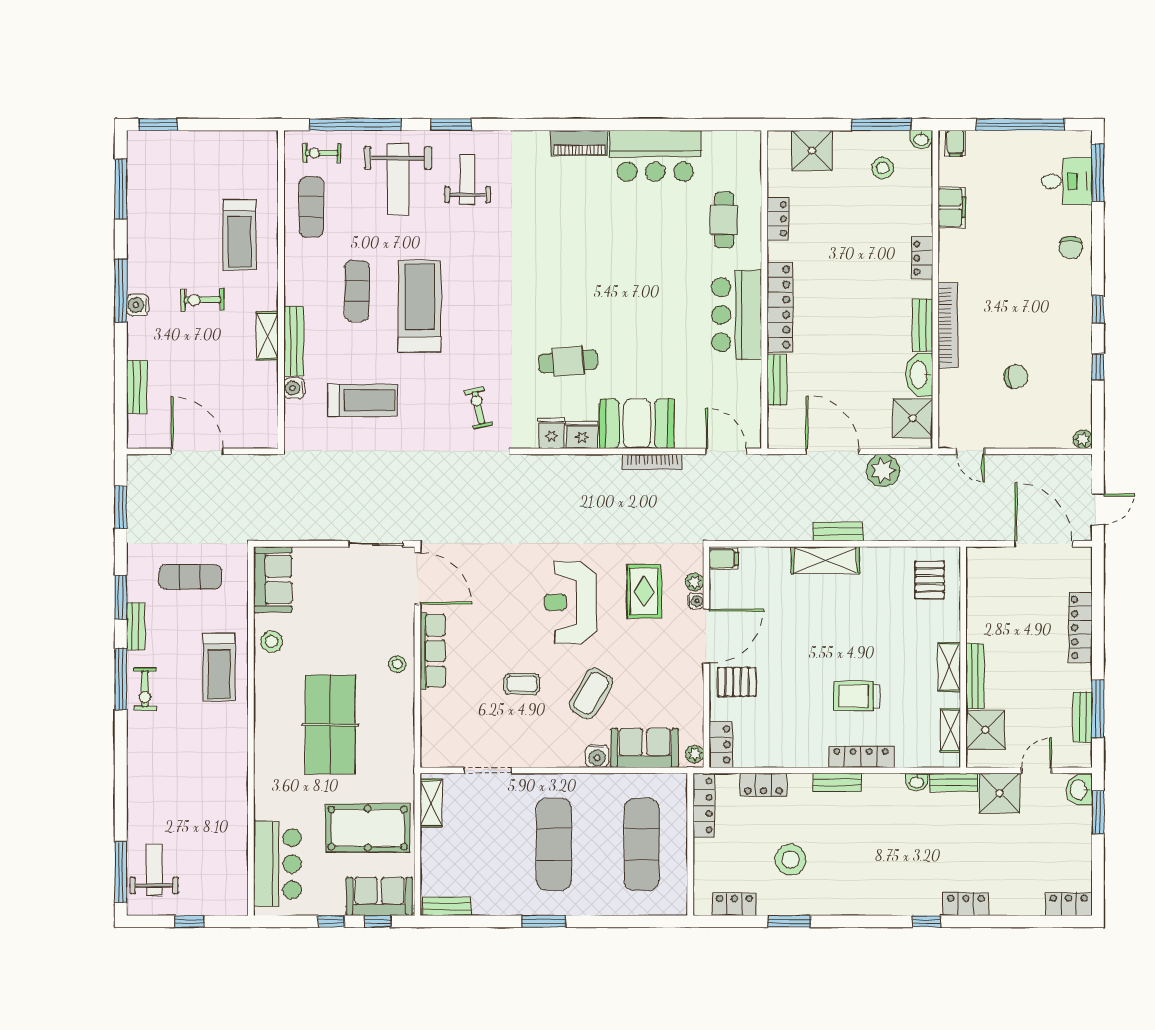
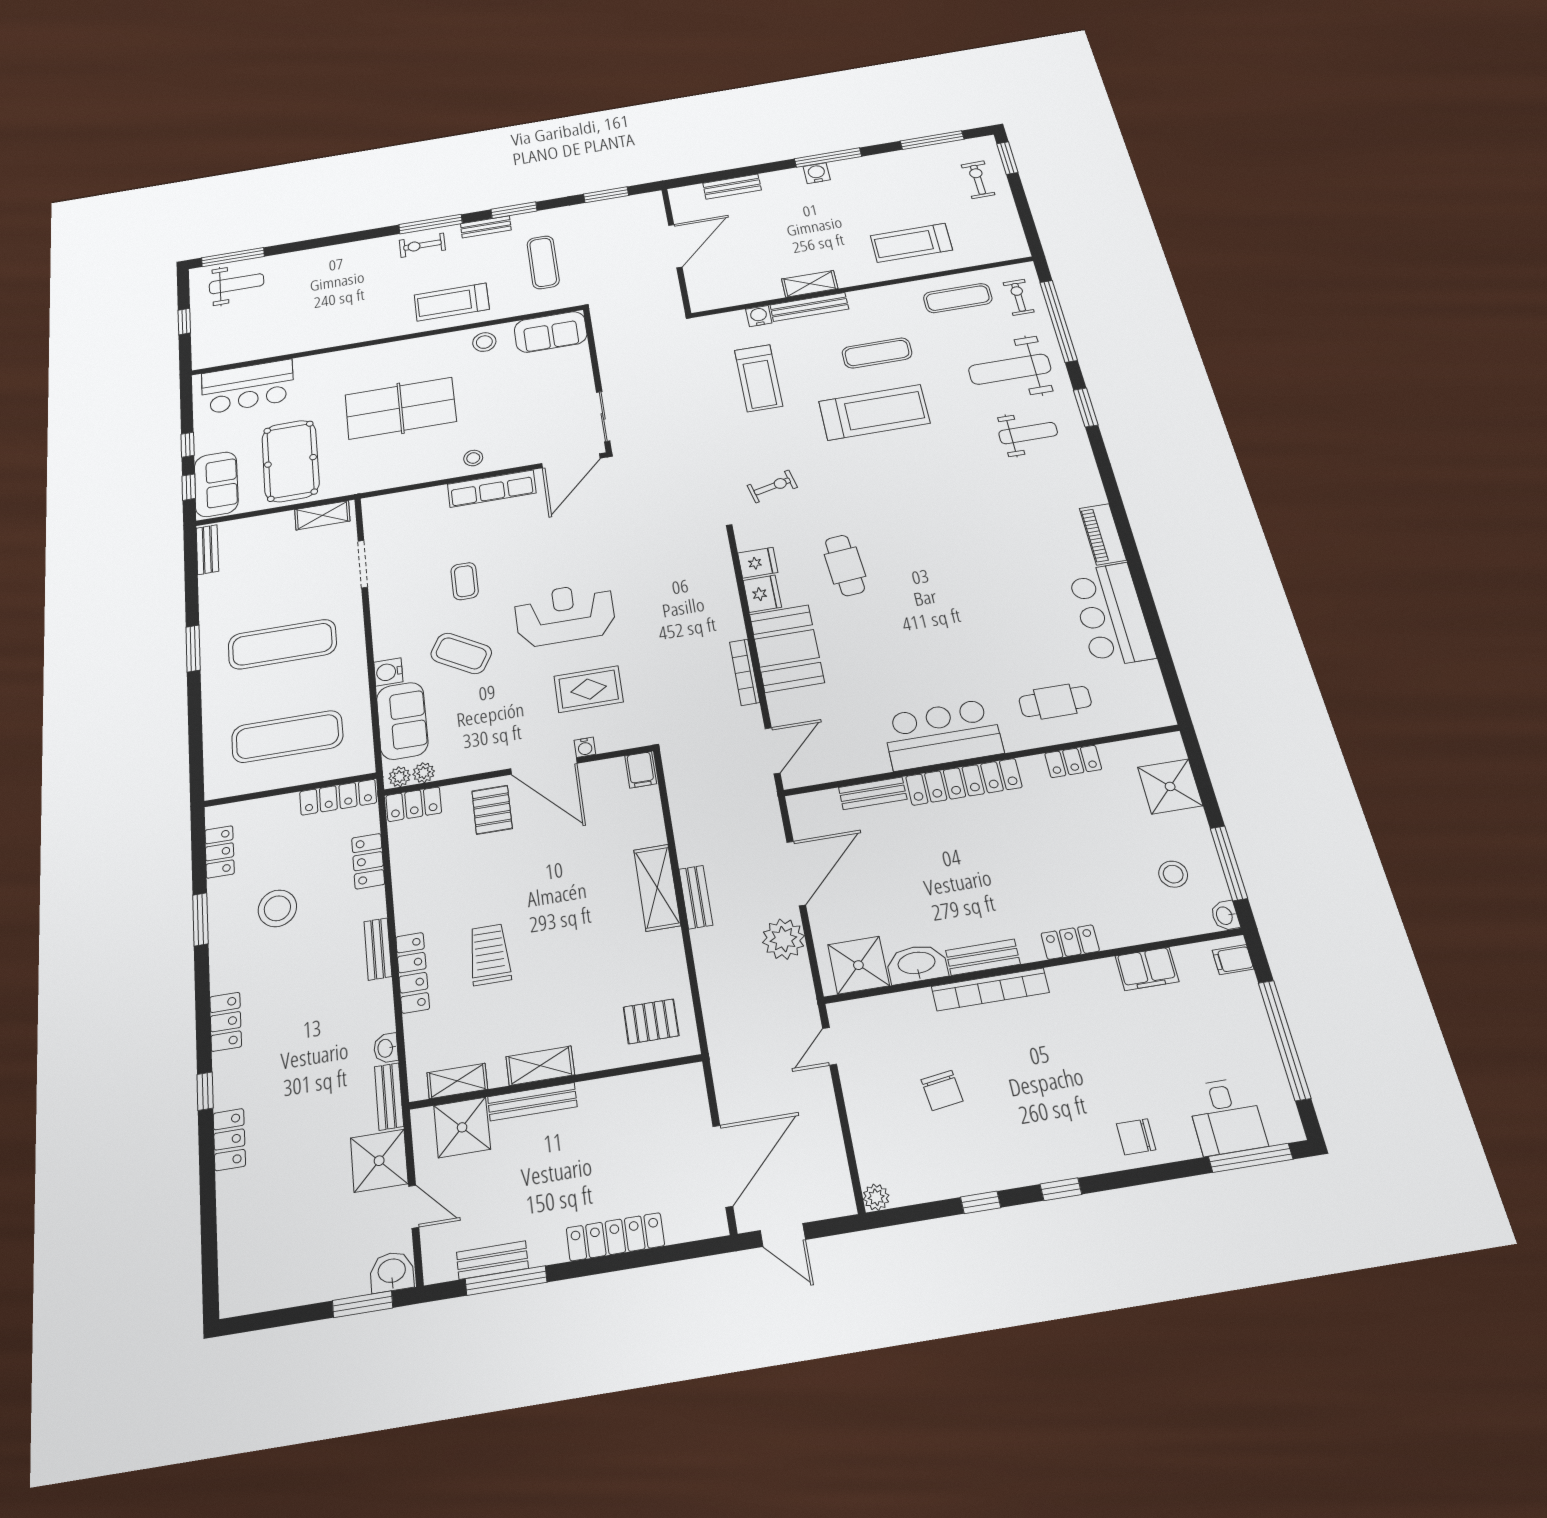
exercise bike: (202, 300) -> (978, 180), moved
plant: (695, 582) -> (424, 773), moved
locker: (1069, 904) -> (226, 1022), moved

